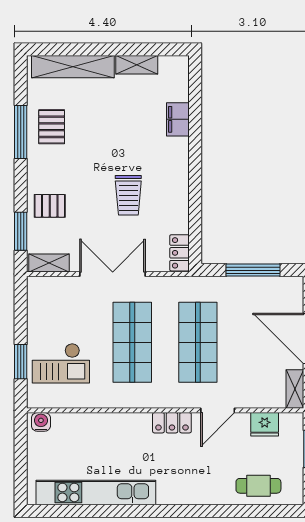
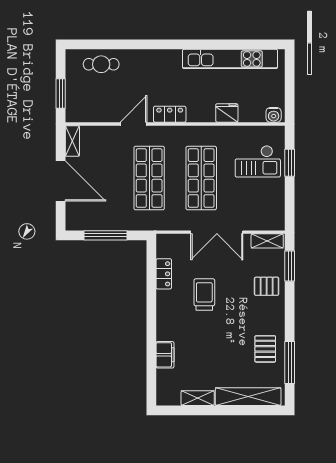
window: (21, 132) -> (290, 363), moved
locker: (179, 253) -> (164, 274), moved
checkout: (61, 363) -> (258, 161), turned 180
fridge: (265, 424) -> (227, 113), moved

